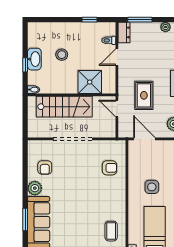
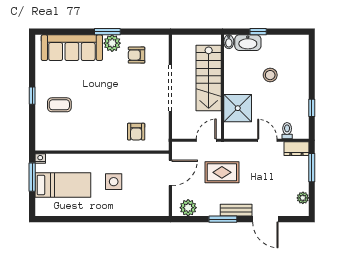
washbasin: (34, 59) -> (248, 43), moved
window: (25, 219) -> (107, 32), moved
coffee table: (111, 231) -> (59, 105), moved

